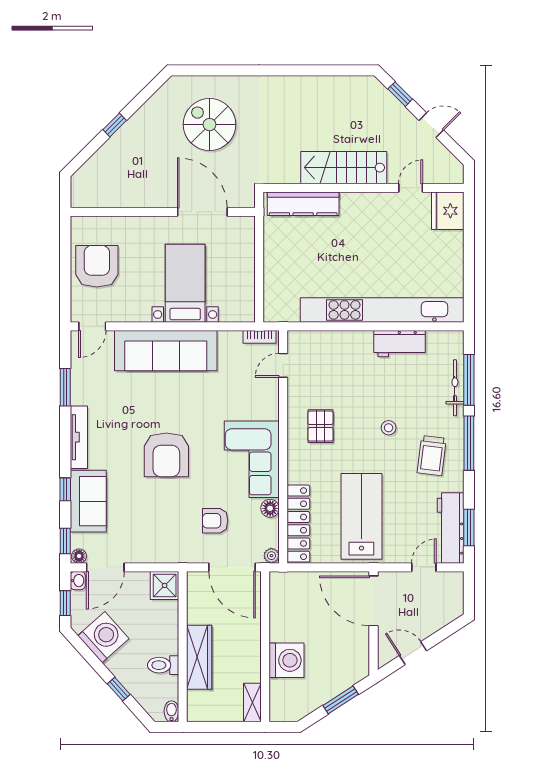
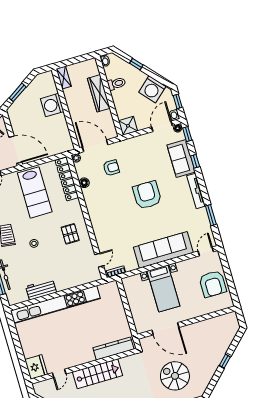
spiral stairs: (210, 125) -> (175, 376), turned 180
corner sofa: (252, 459) -> (101, 206), removed

